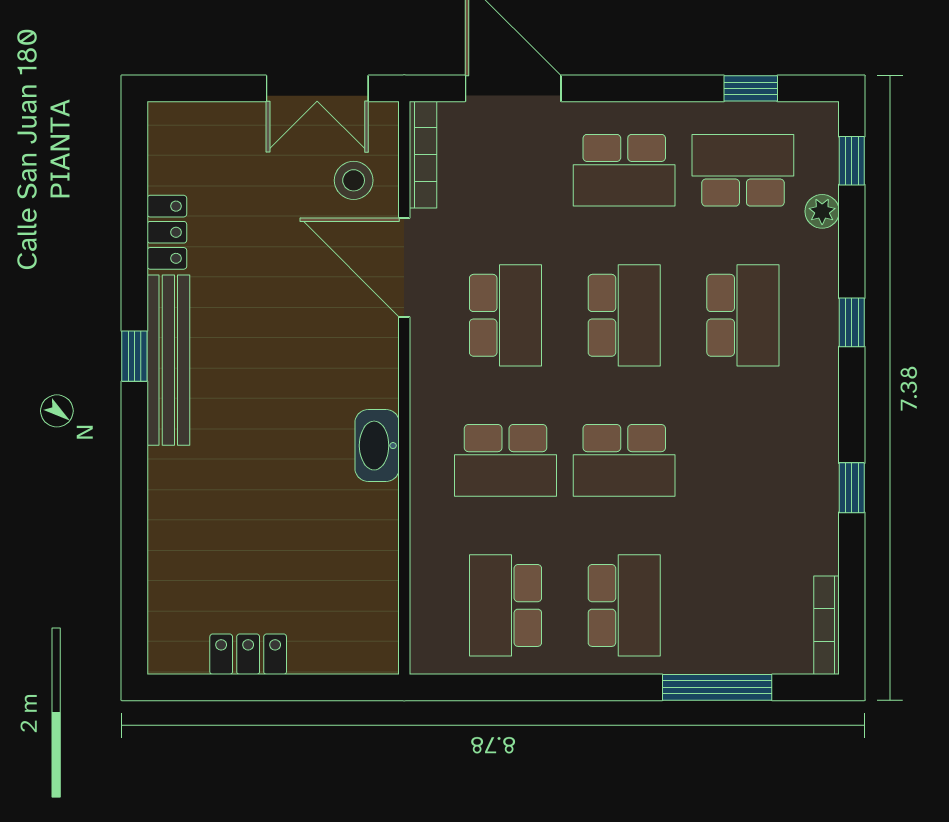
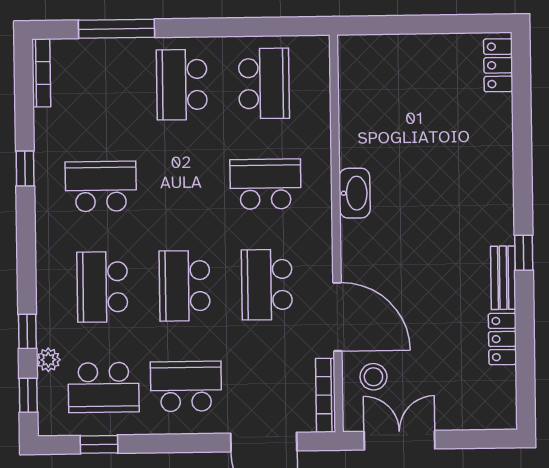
window: (852, 322) -> (27, 331), moved
bench: (168, 360) -> (503, 278), width x0.54, depth x0.82
school desk: (624, 460) -> (101, 186), moved
locker: (248, 654) -> (498, 65), moved, turned 90

